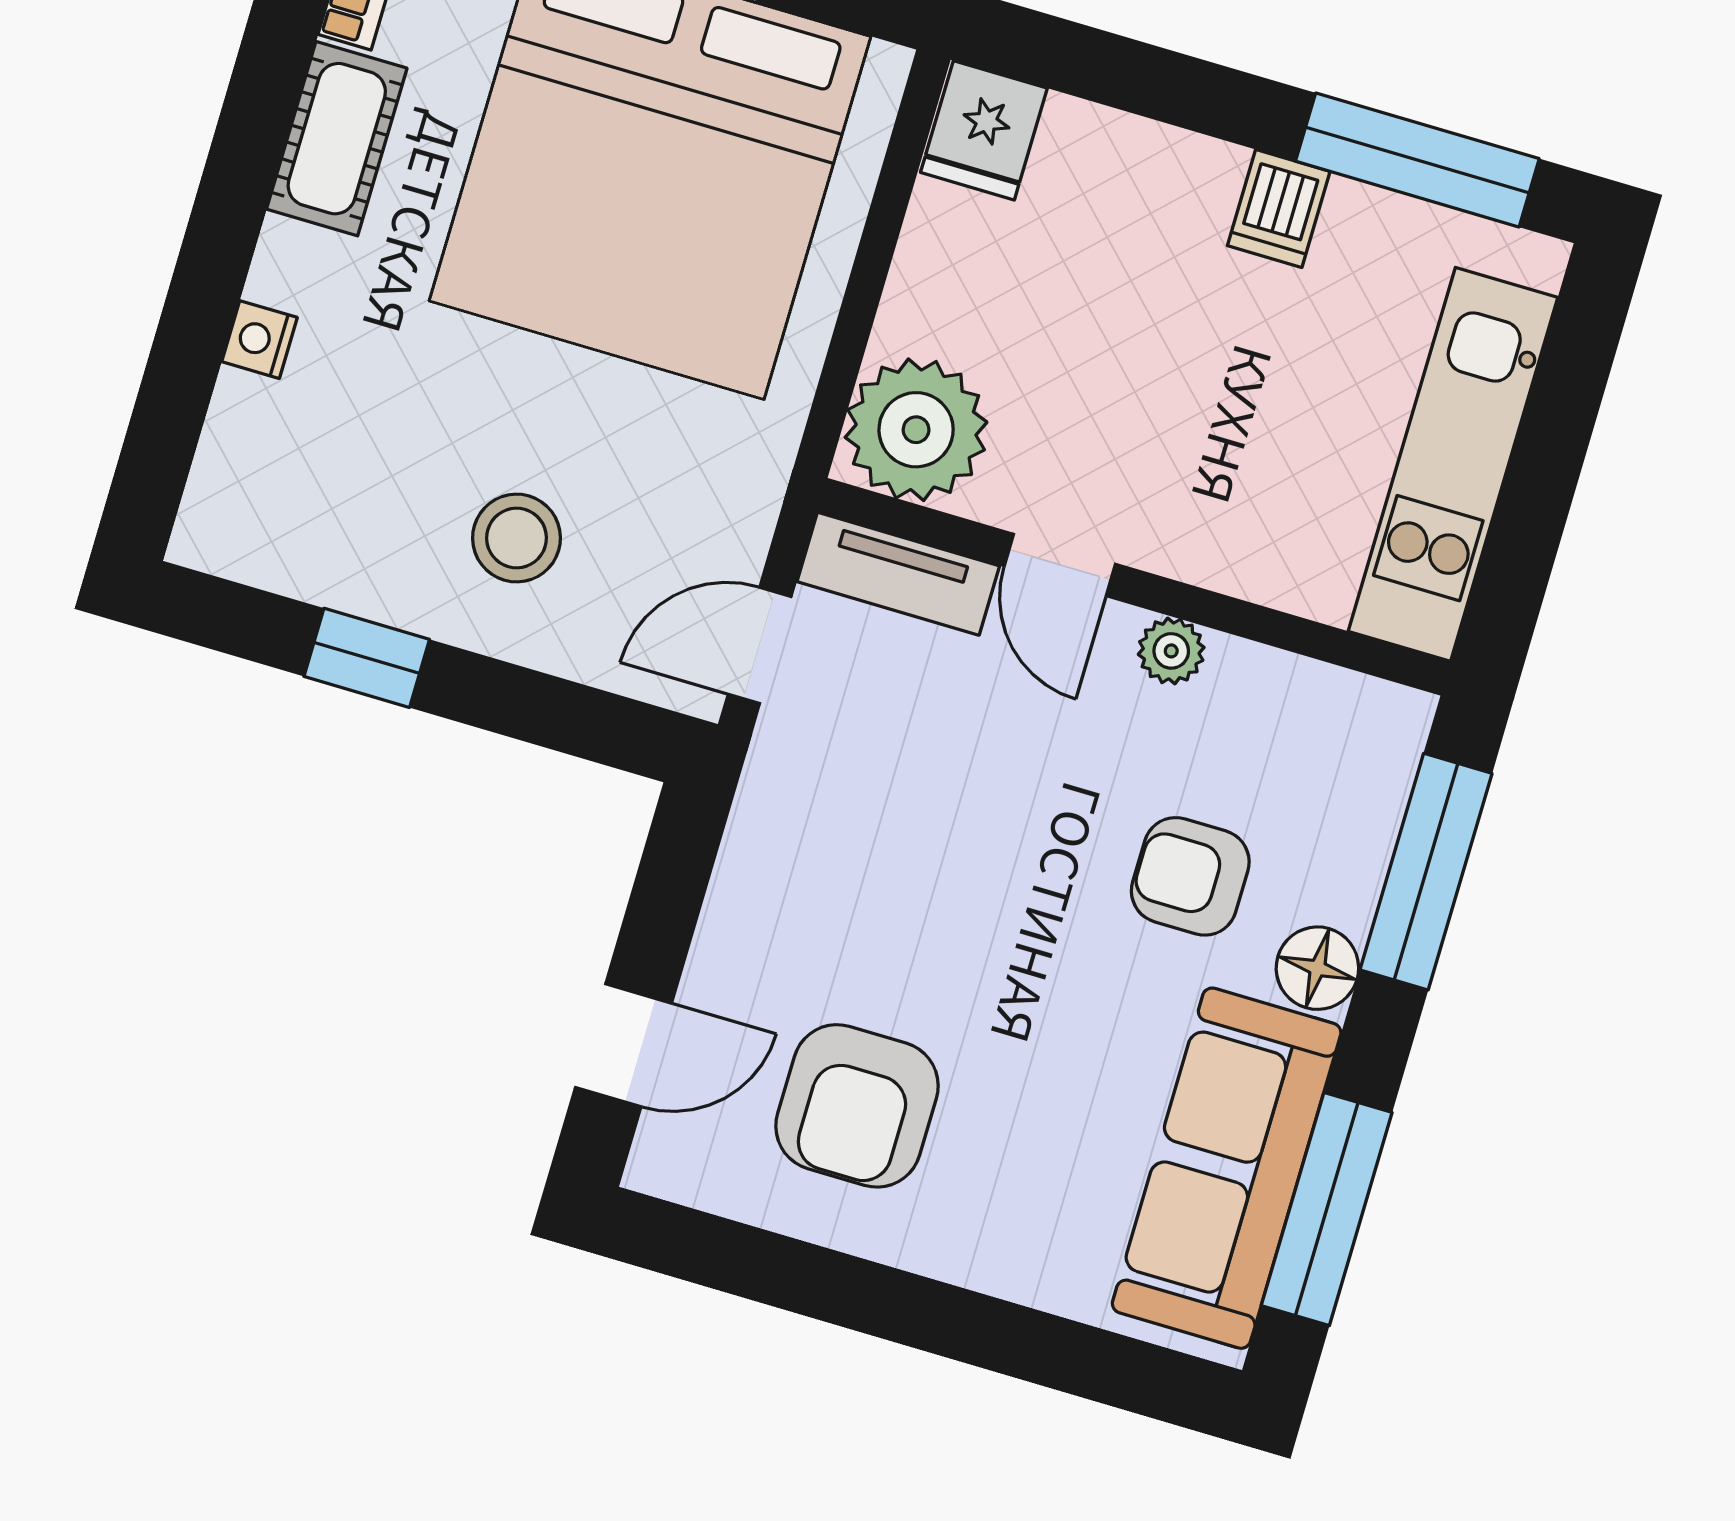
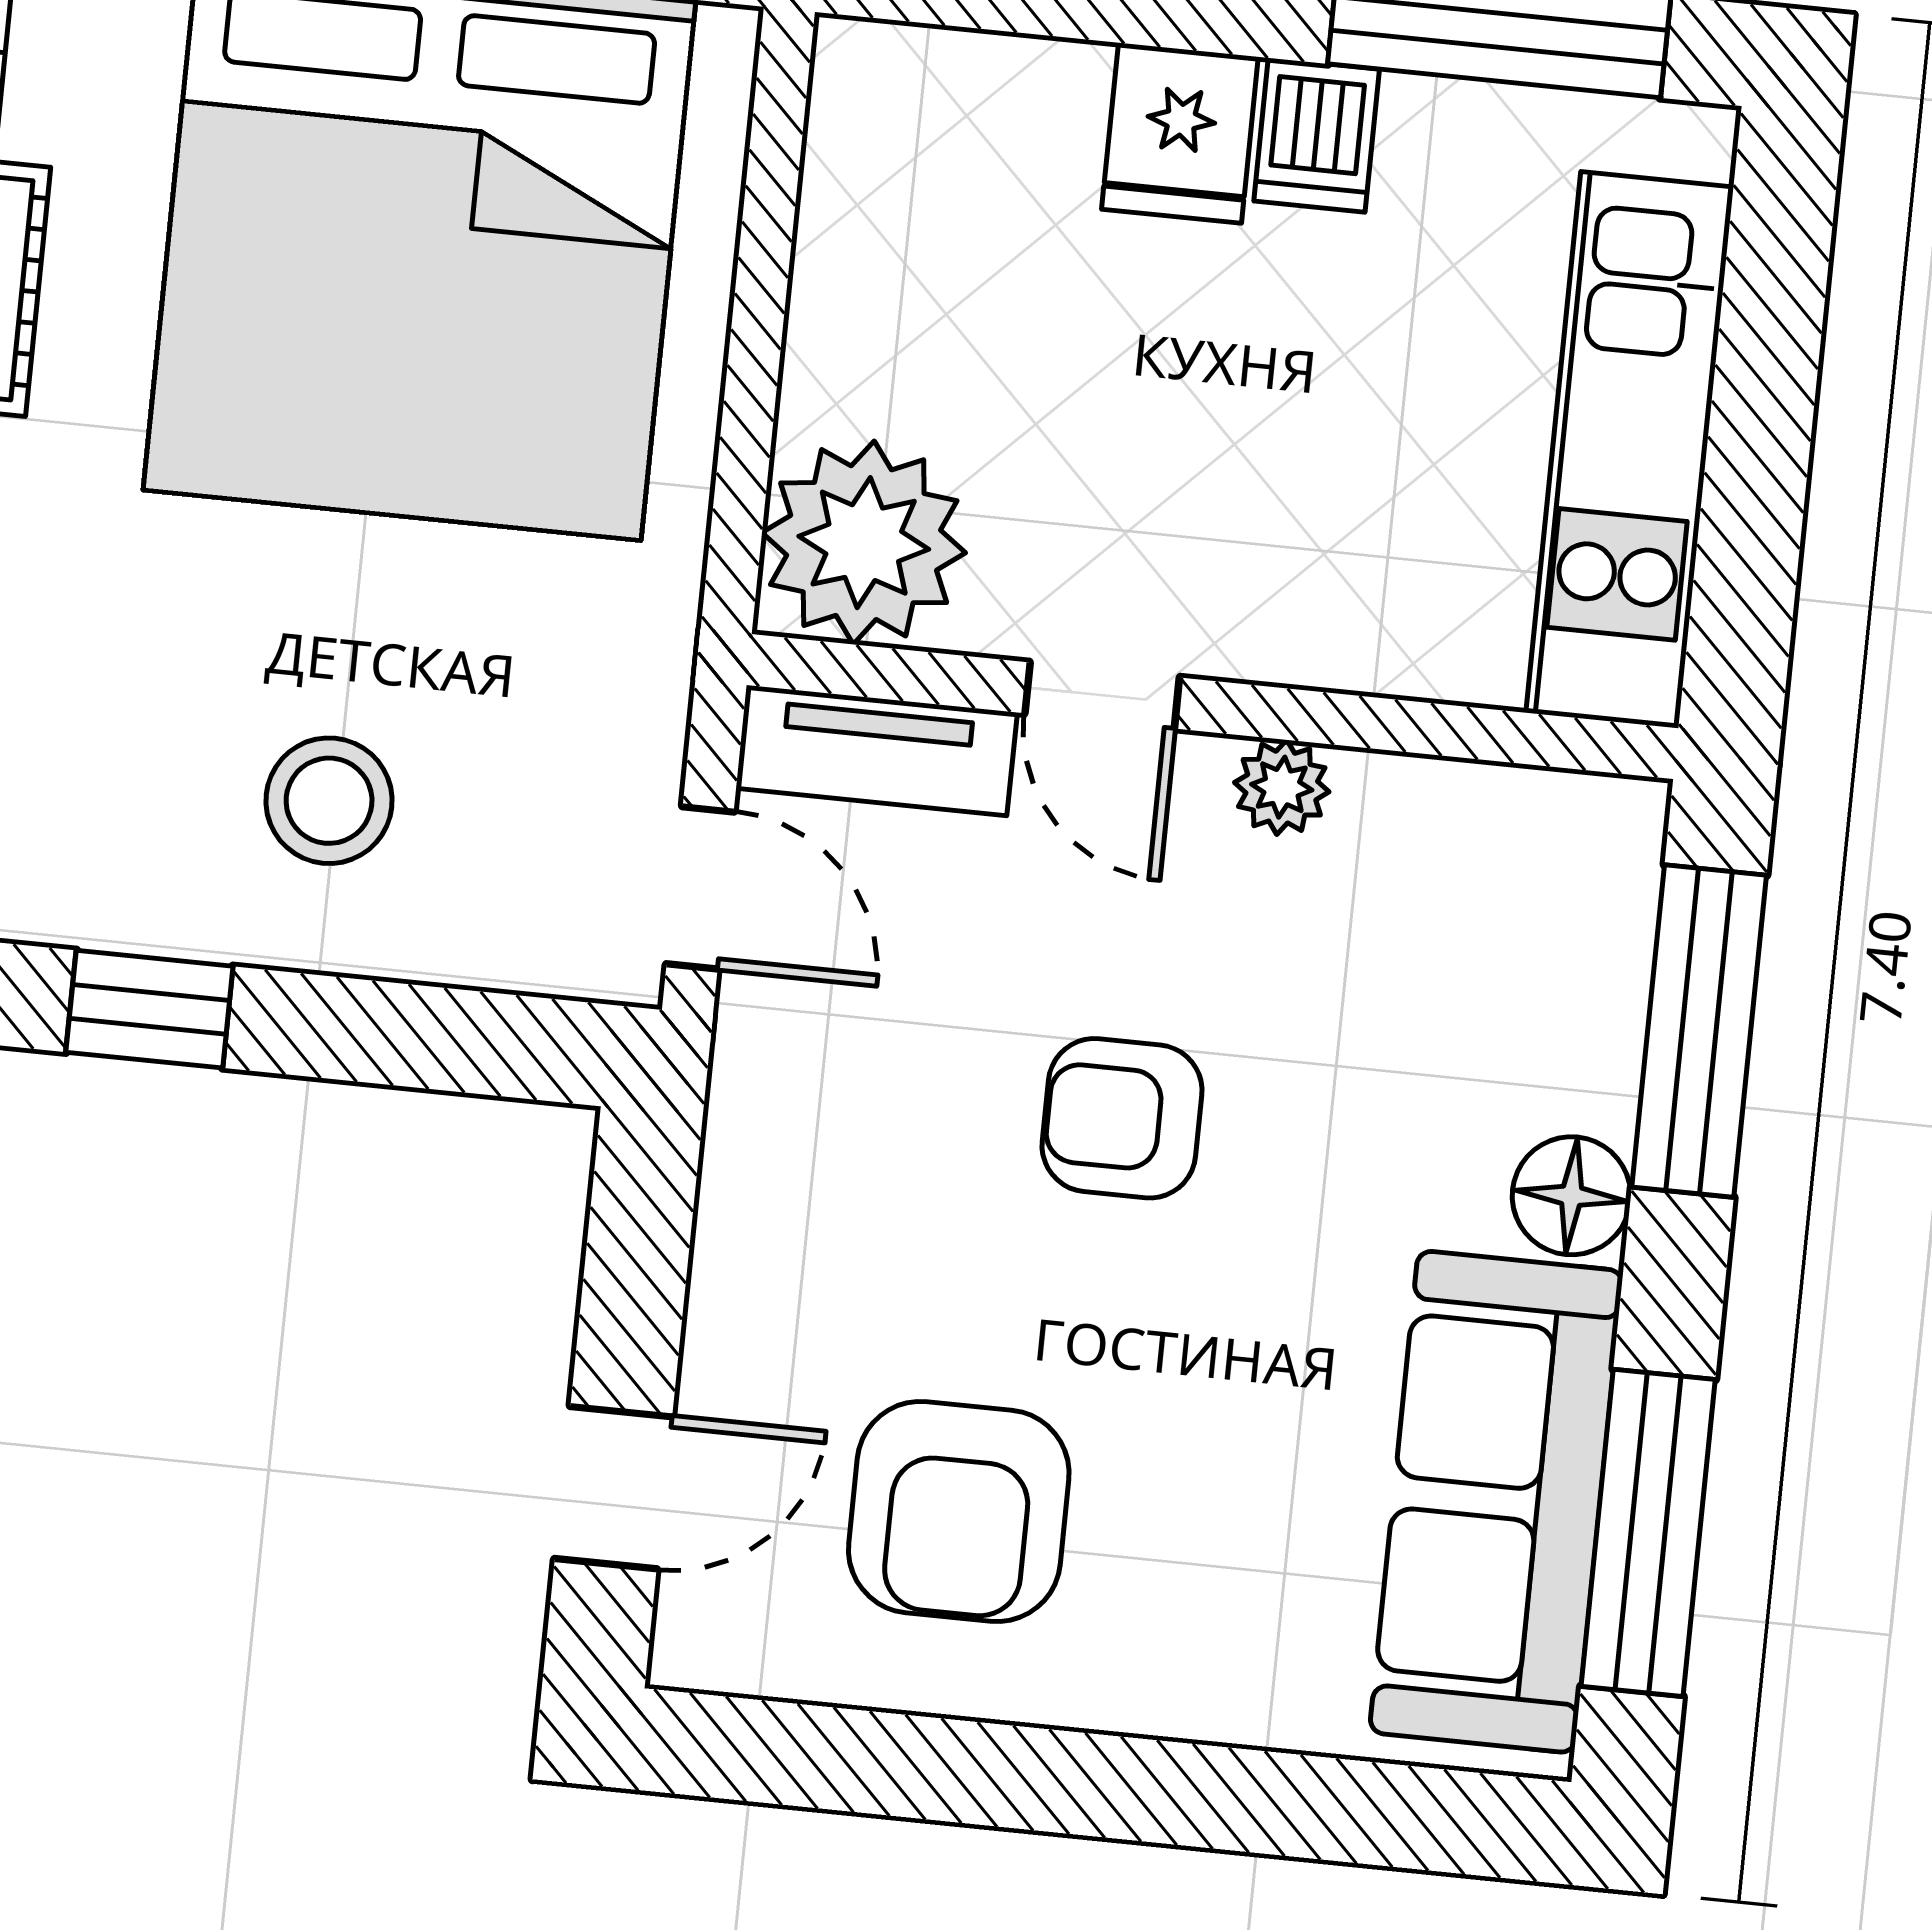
fridge: (984, 130) -> (1180, 133), moved
door: (760, 645) -> (700, 888), swing flipped
armchair: (1190, 876) -> (1122, 1118), moved

